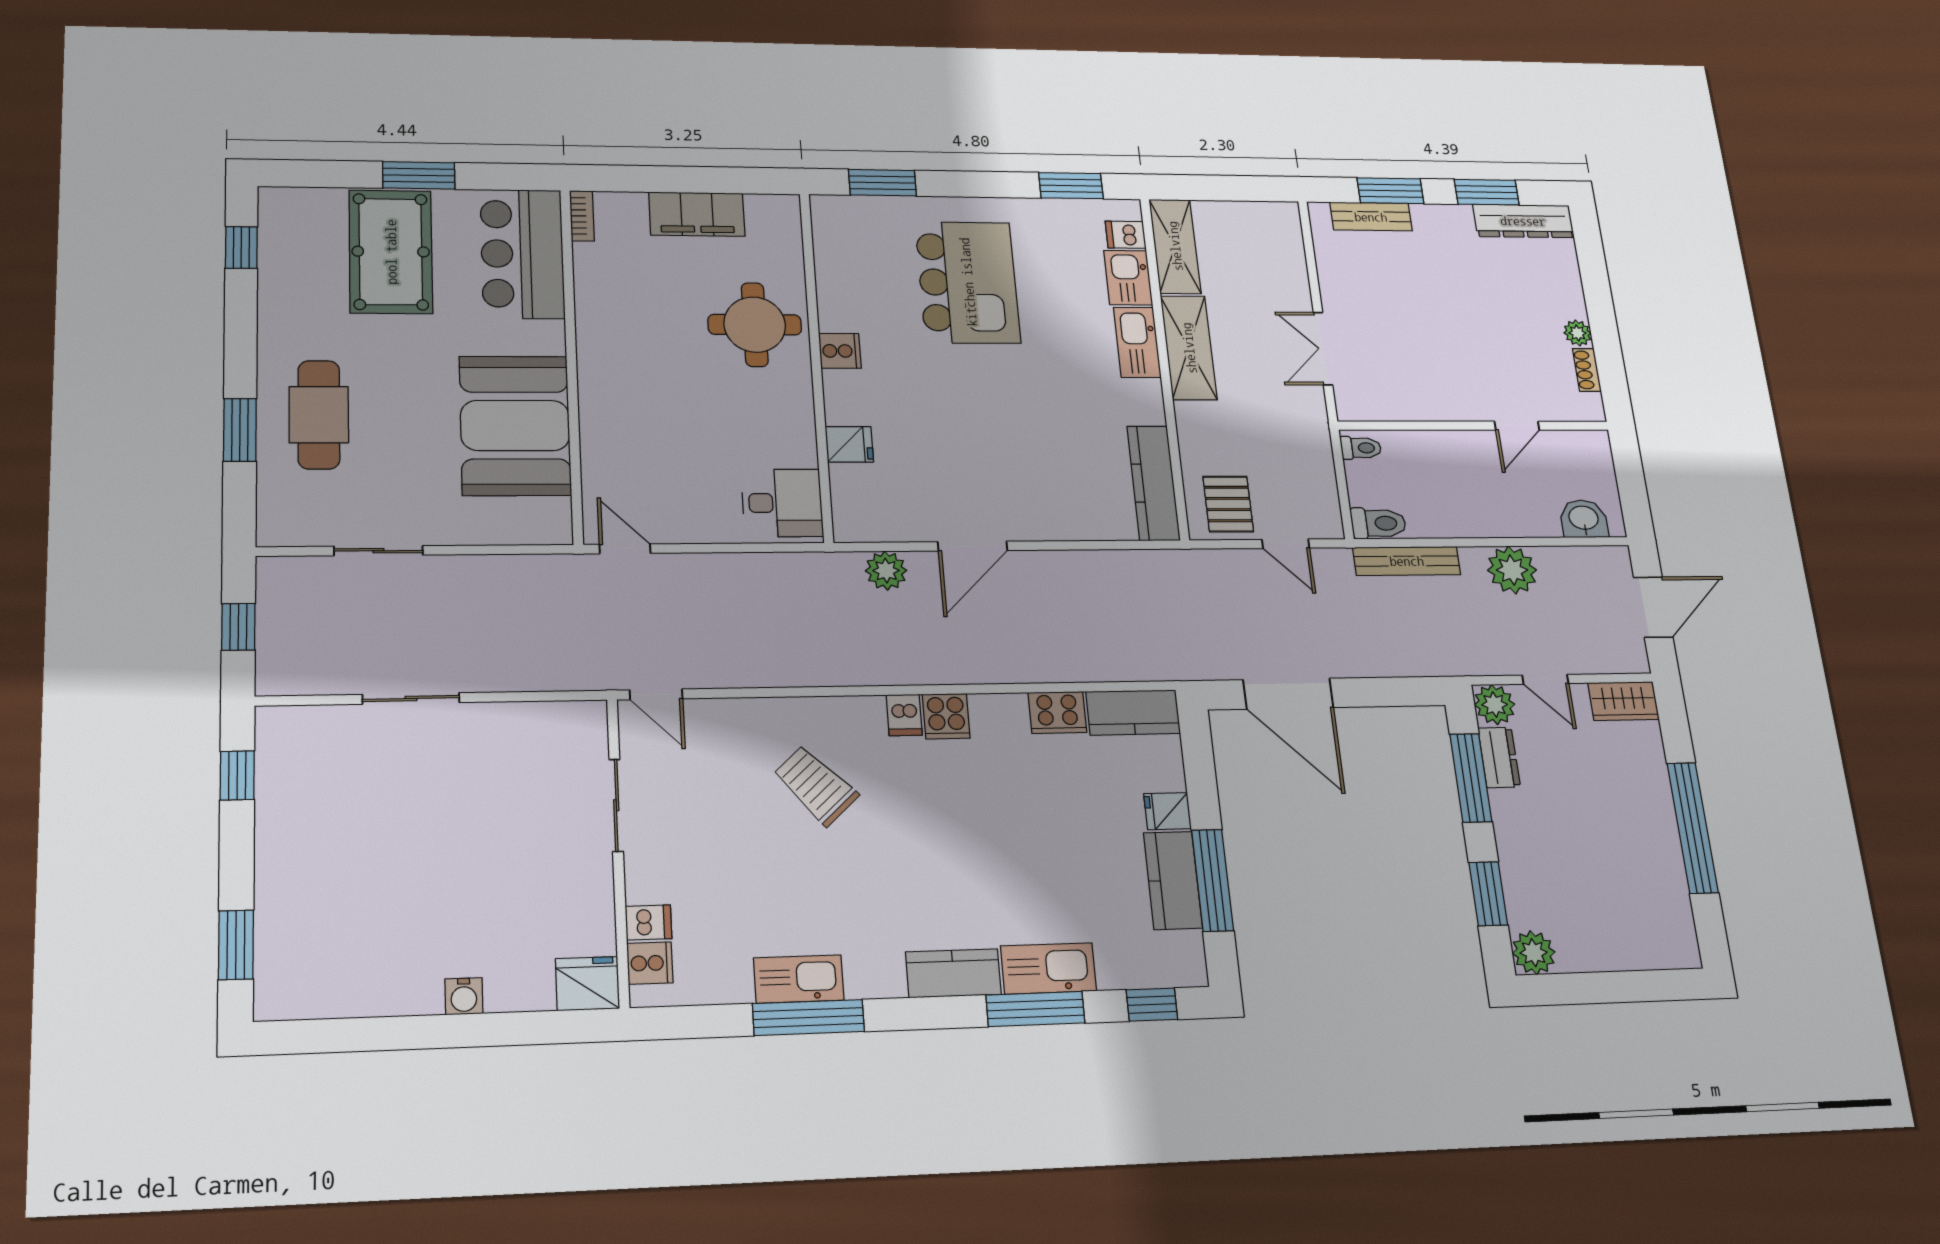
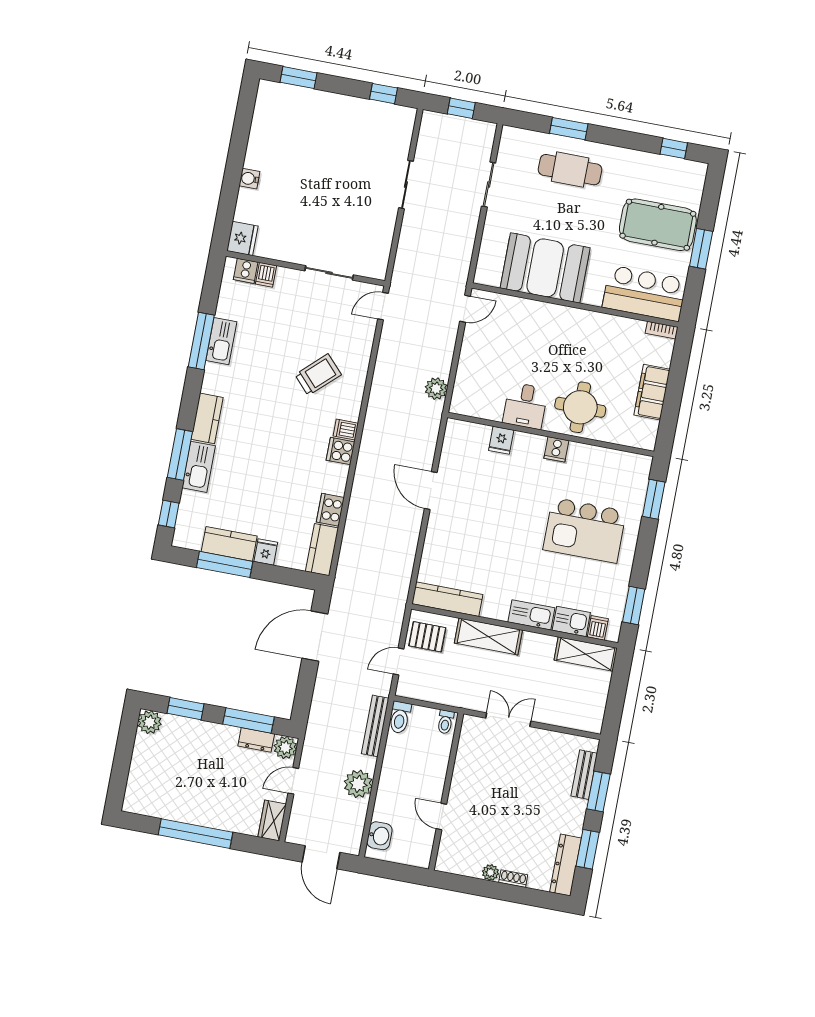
shelving: (1189, 348) -> (488, 636), moved
shoe rack: (1587, 370) -> (513, 879), moved
desk: (782, 503) -> (525, 406), moved
plant: (886, 571) -> (436, 389), moved

